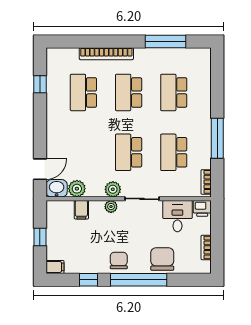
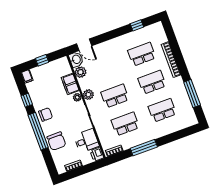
filing cabinet: (81, 210) -> (70, 84), width x2.00
chair: (162, 259) -> (56, 141), turned 90

